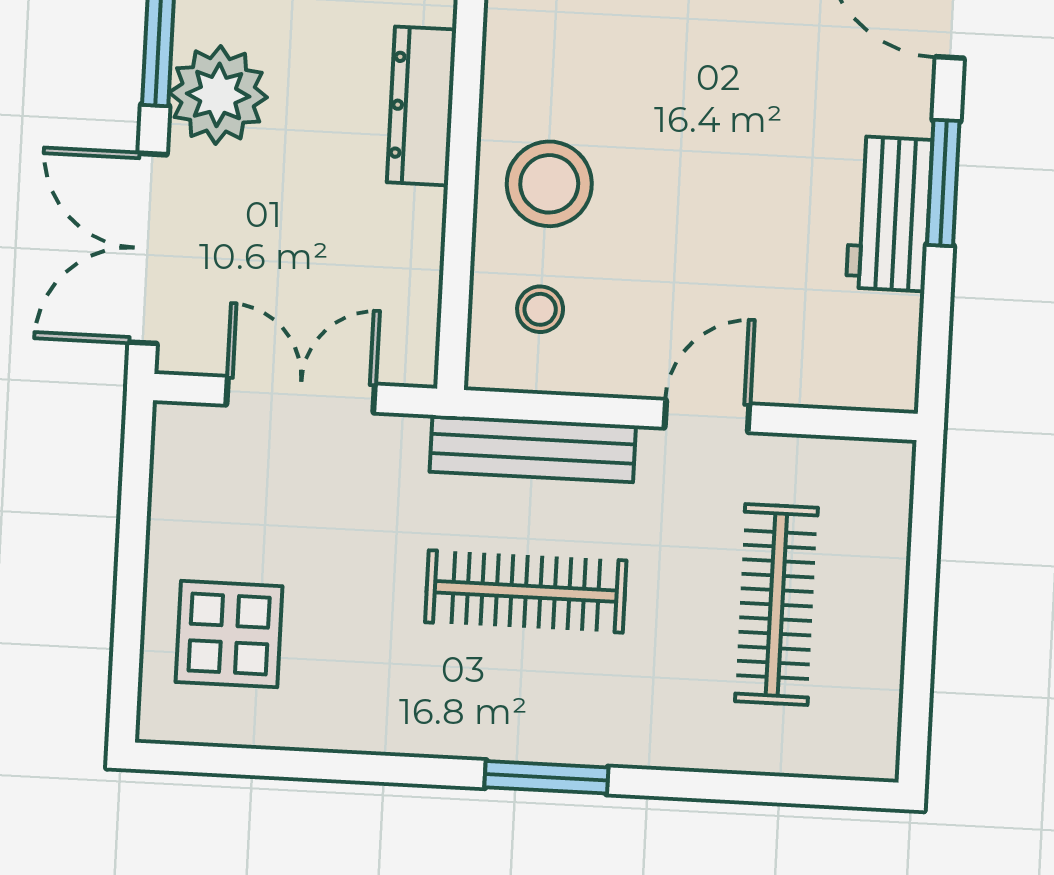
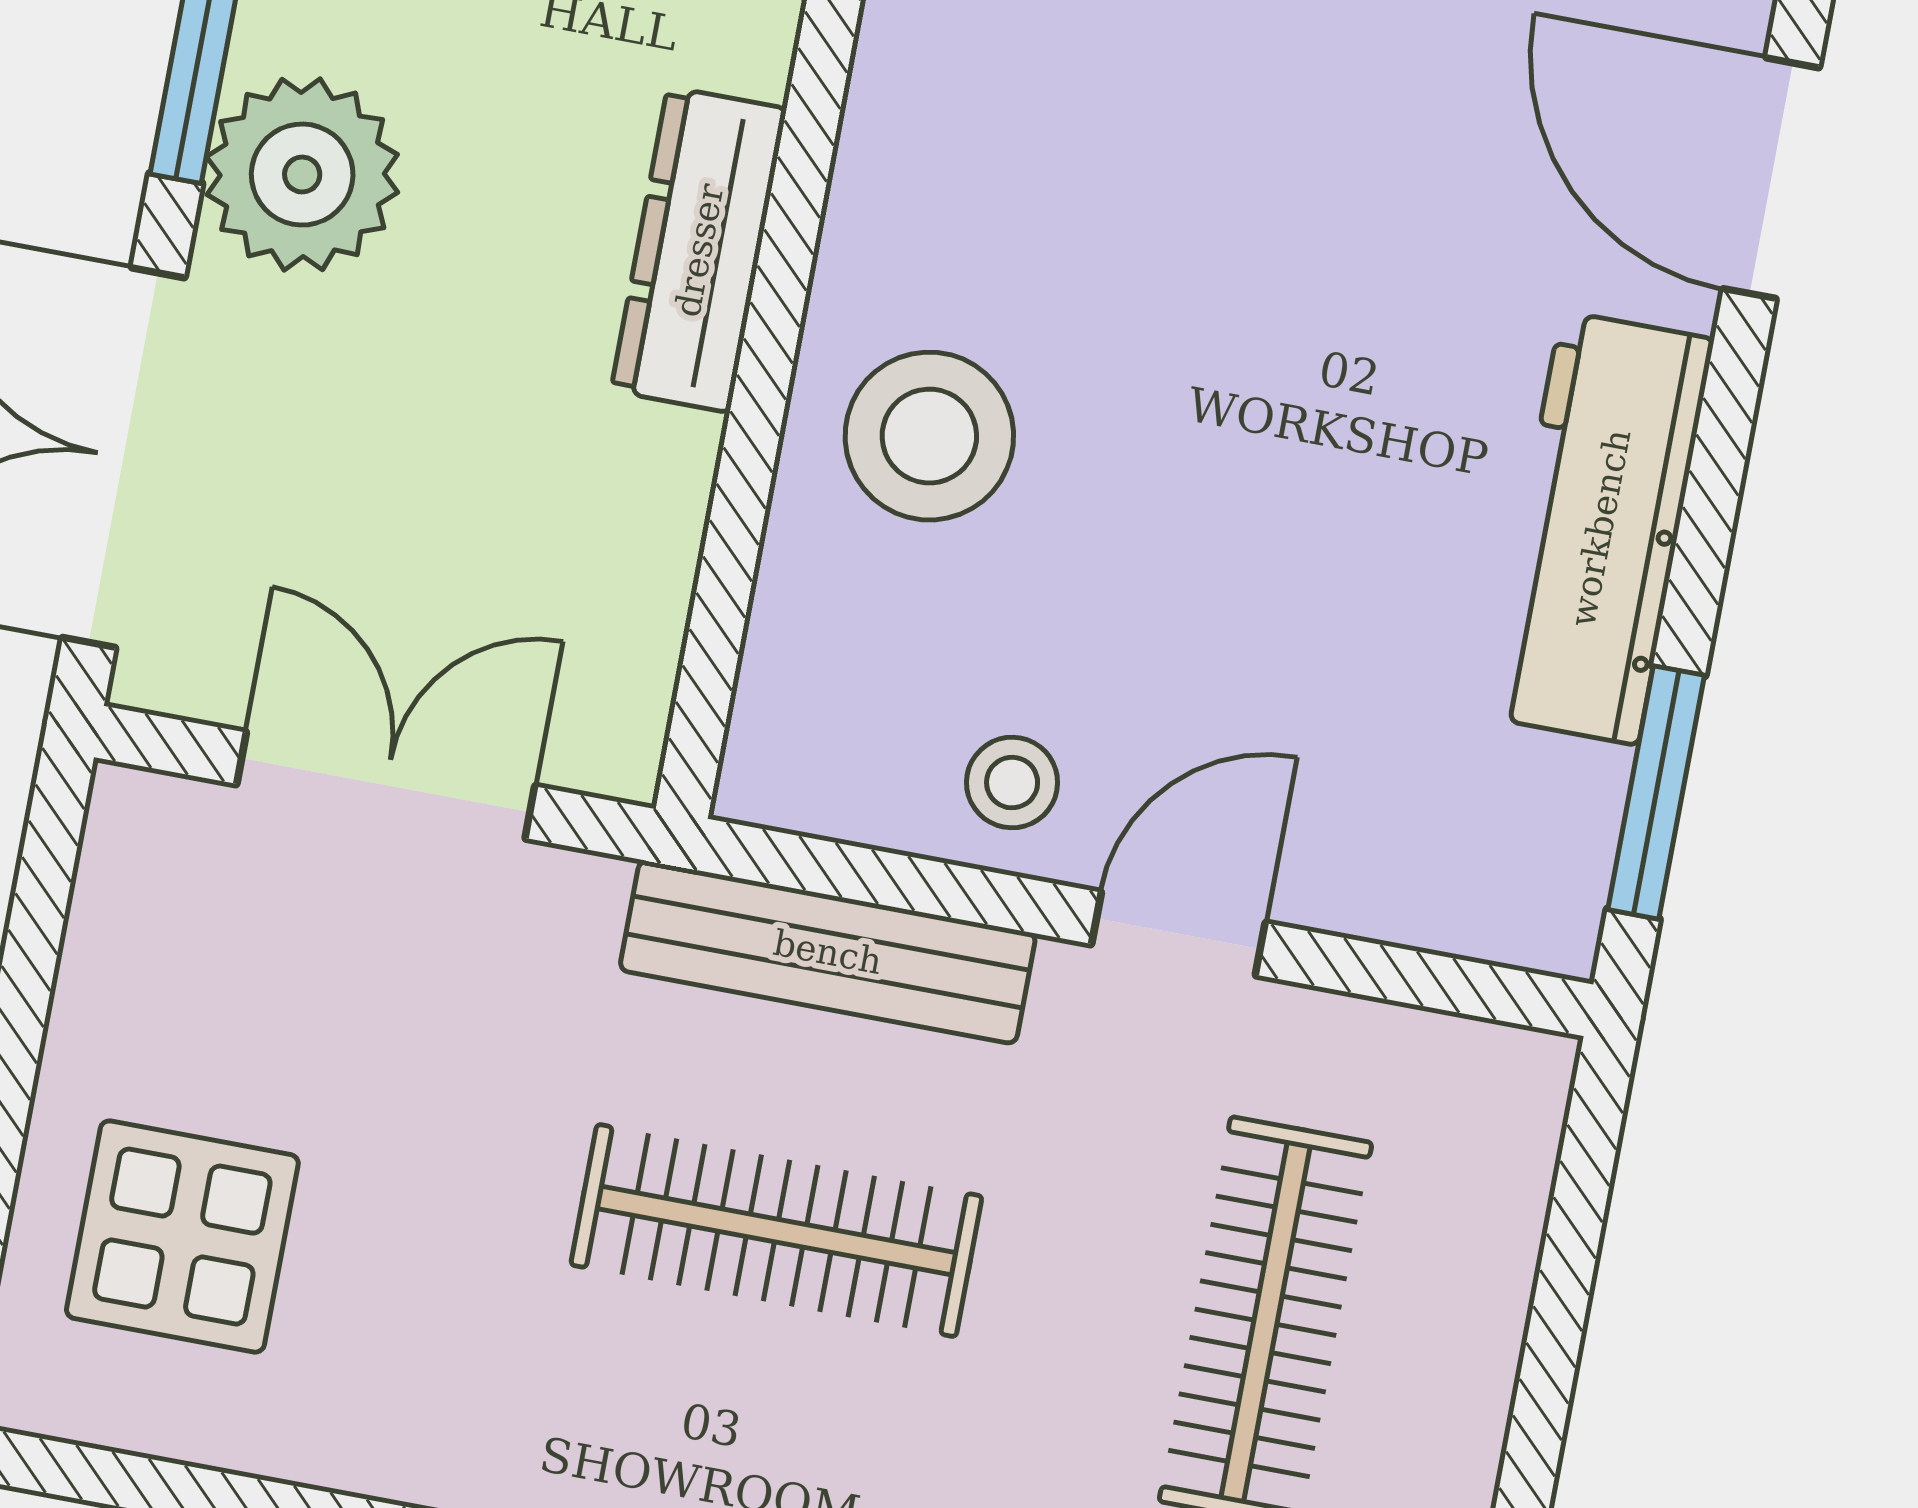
window: (943, 183) -> (1656, 792), moved
workbench: (889, 214) -> (1600, 528), width x1.38
stool: (540, 309) -> (1012, 783), moved

